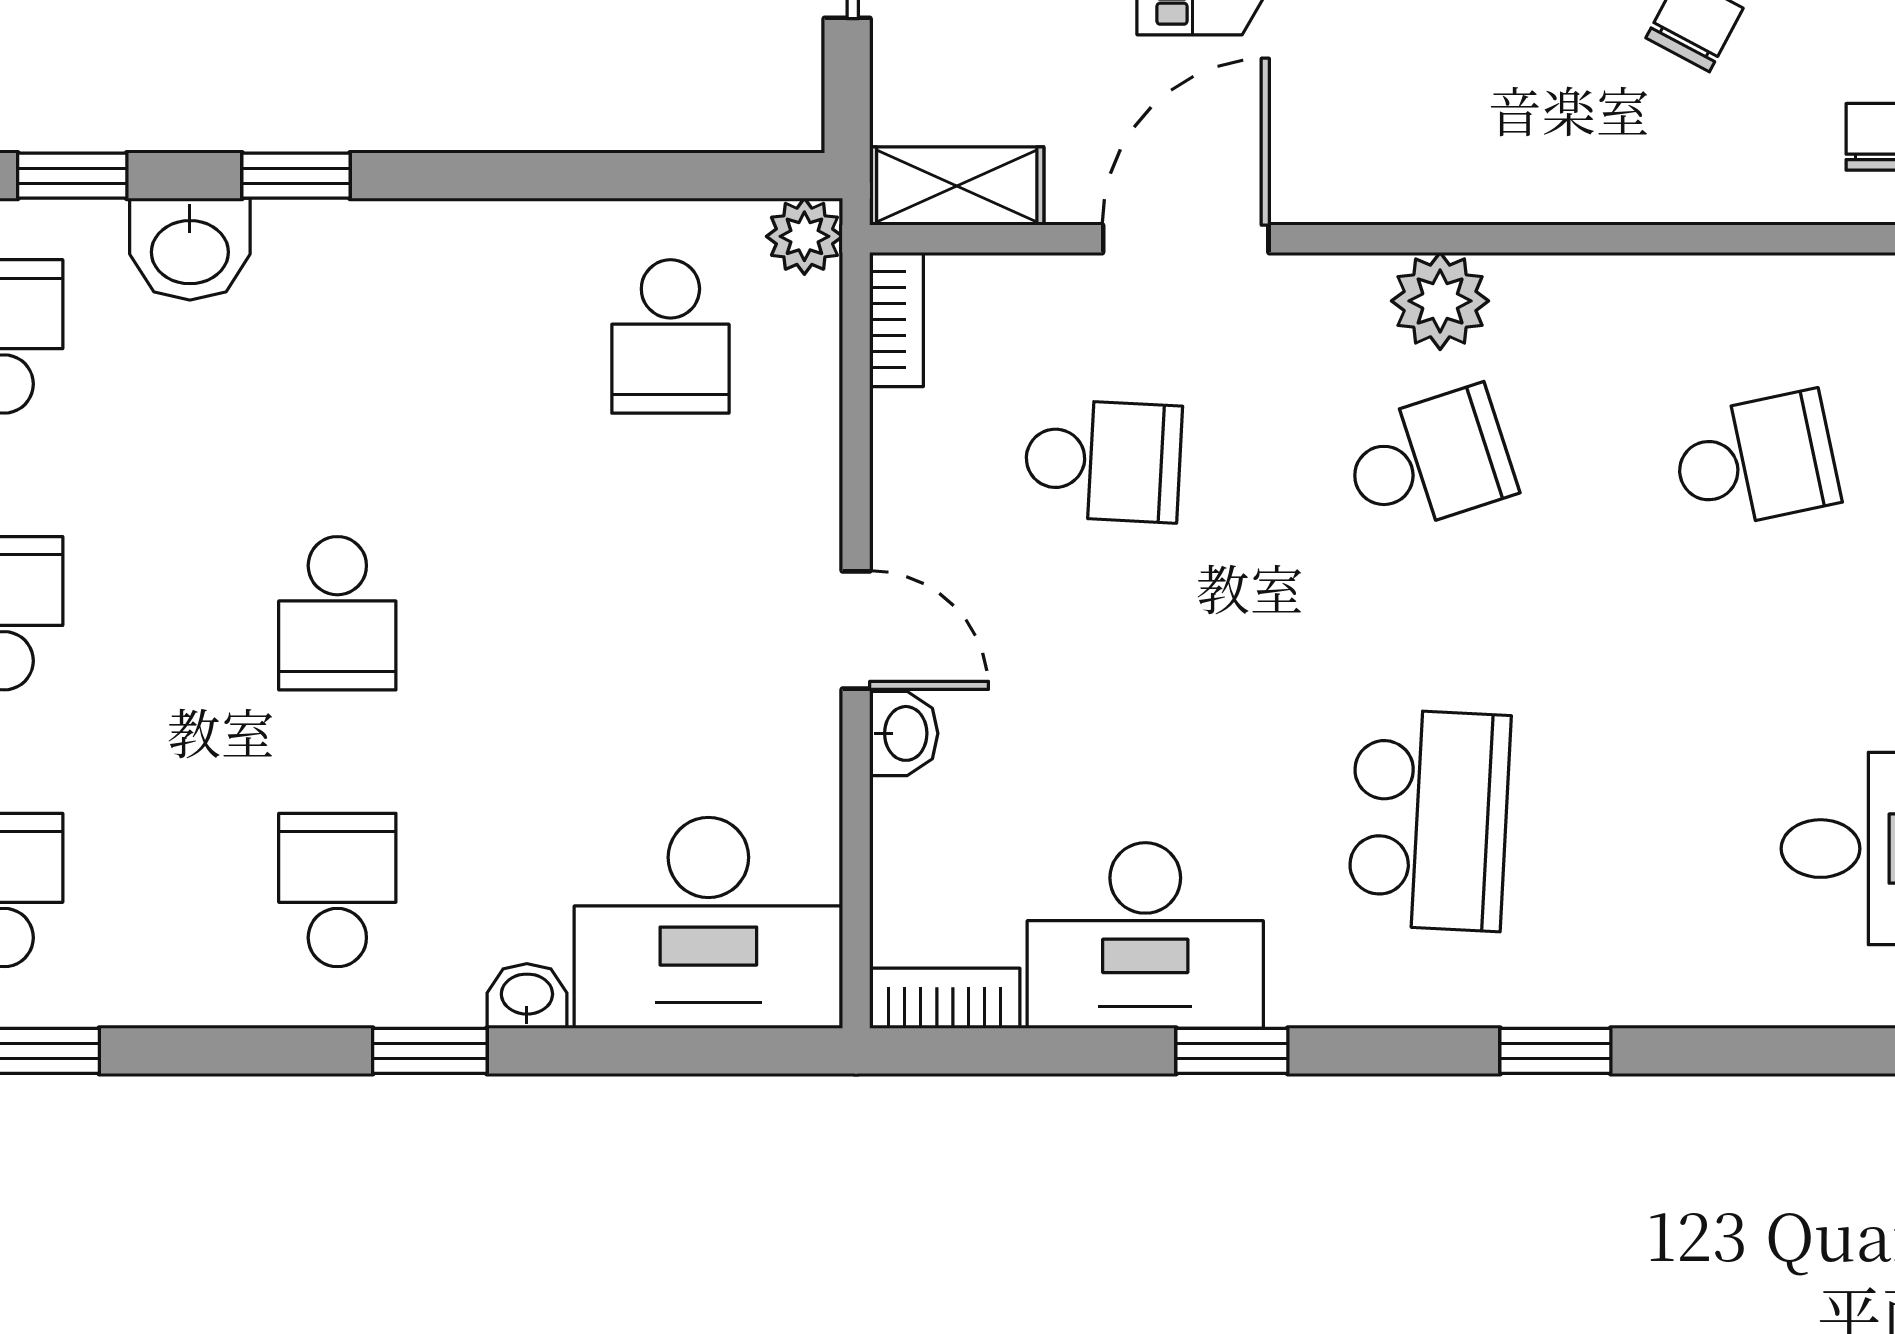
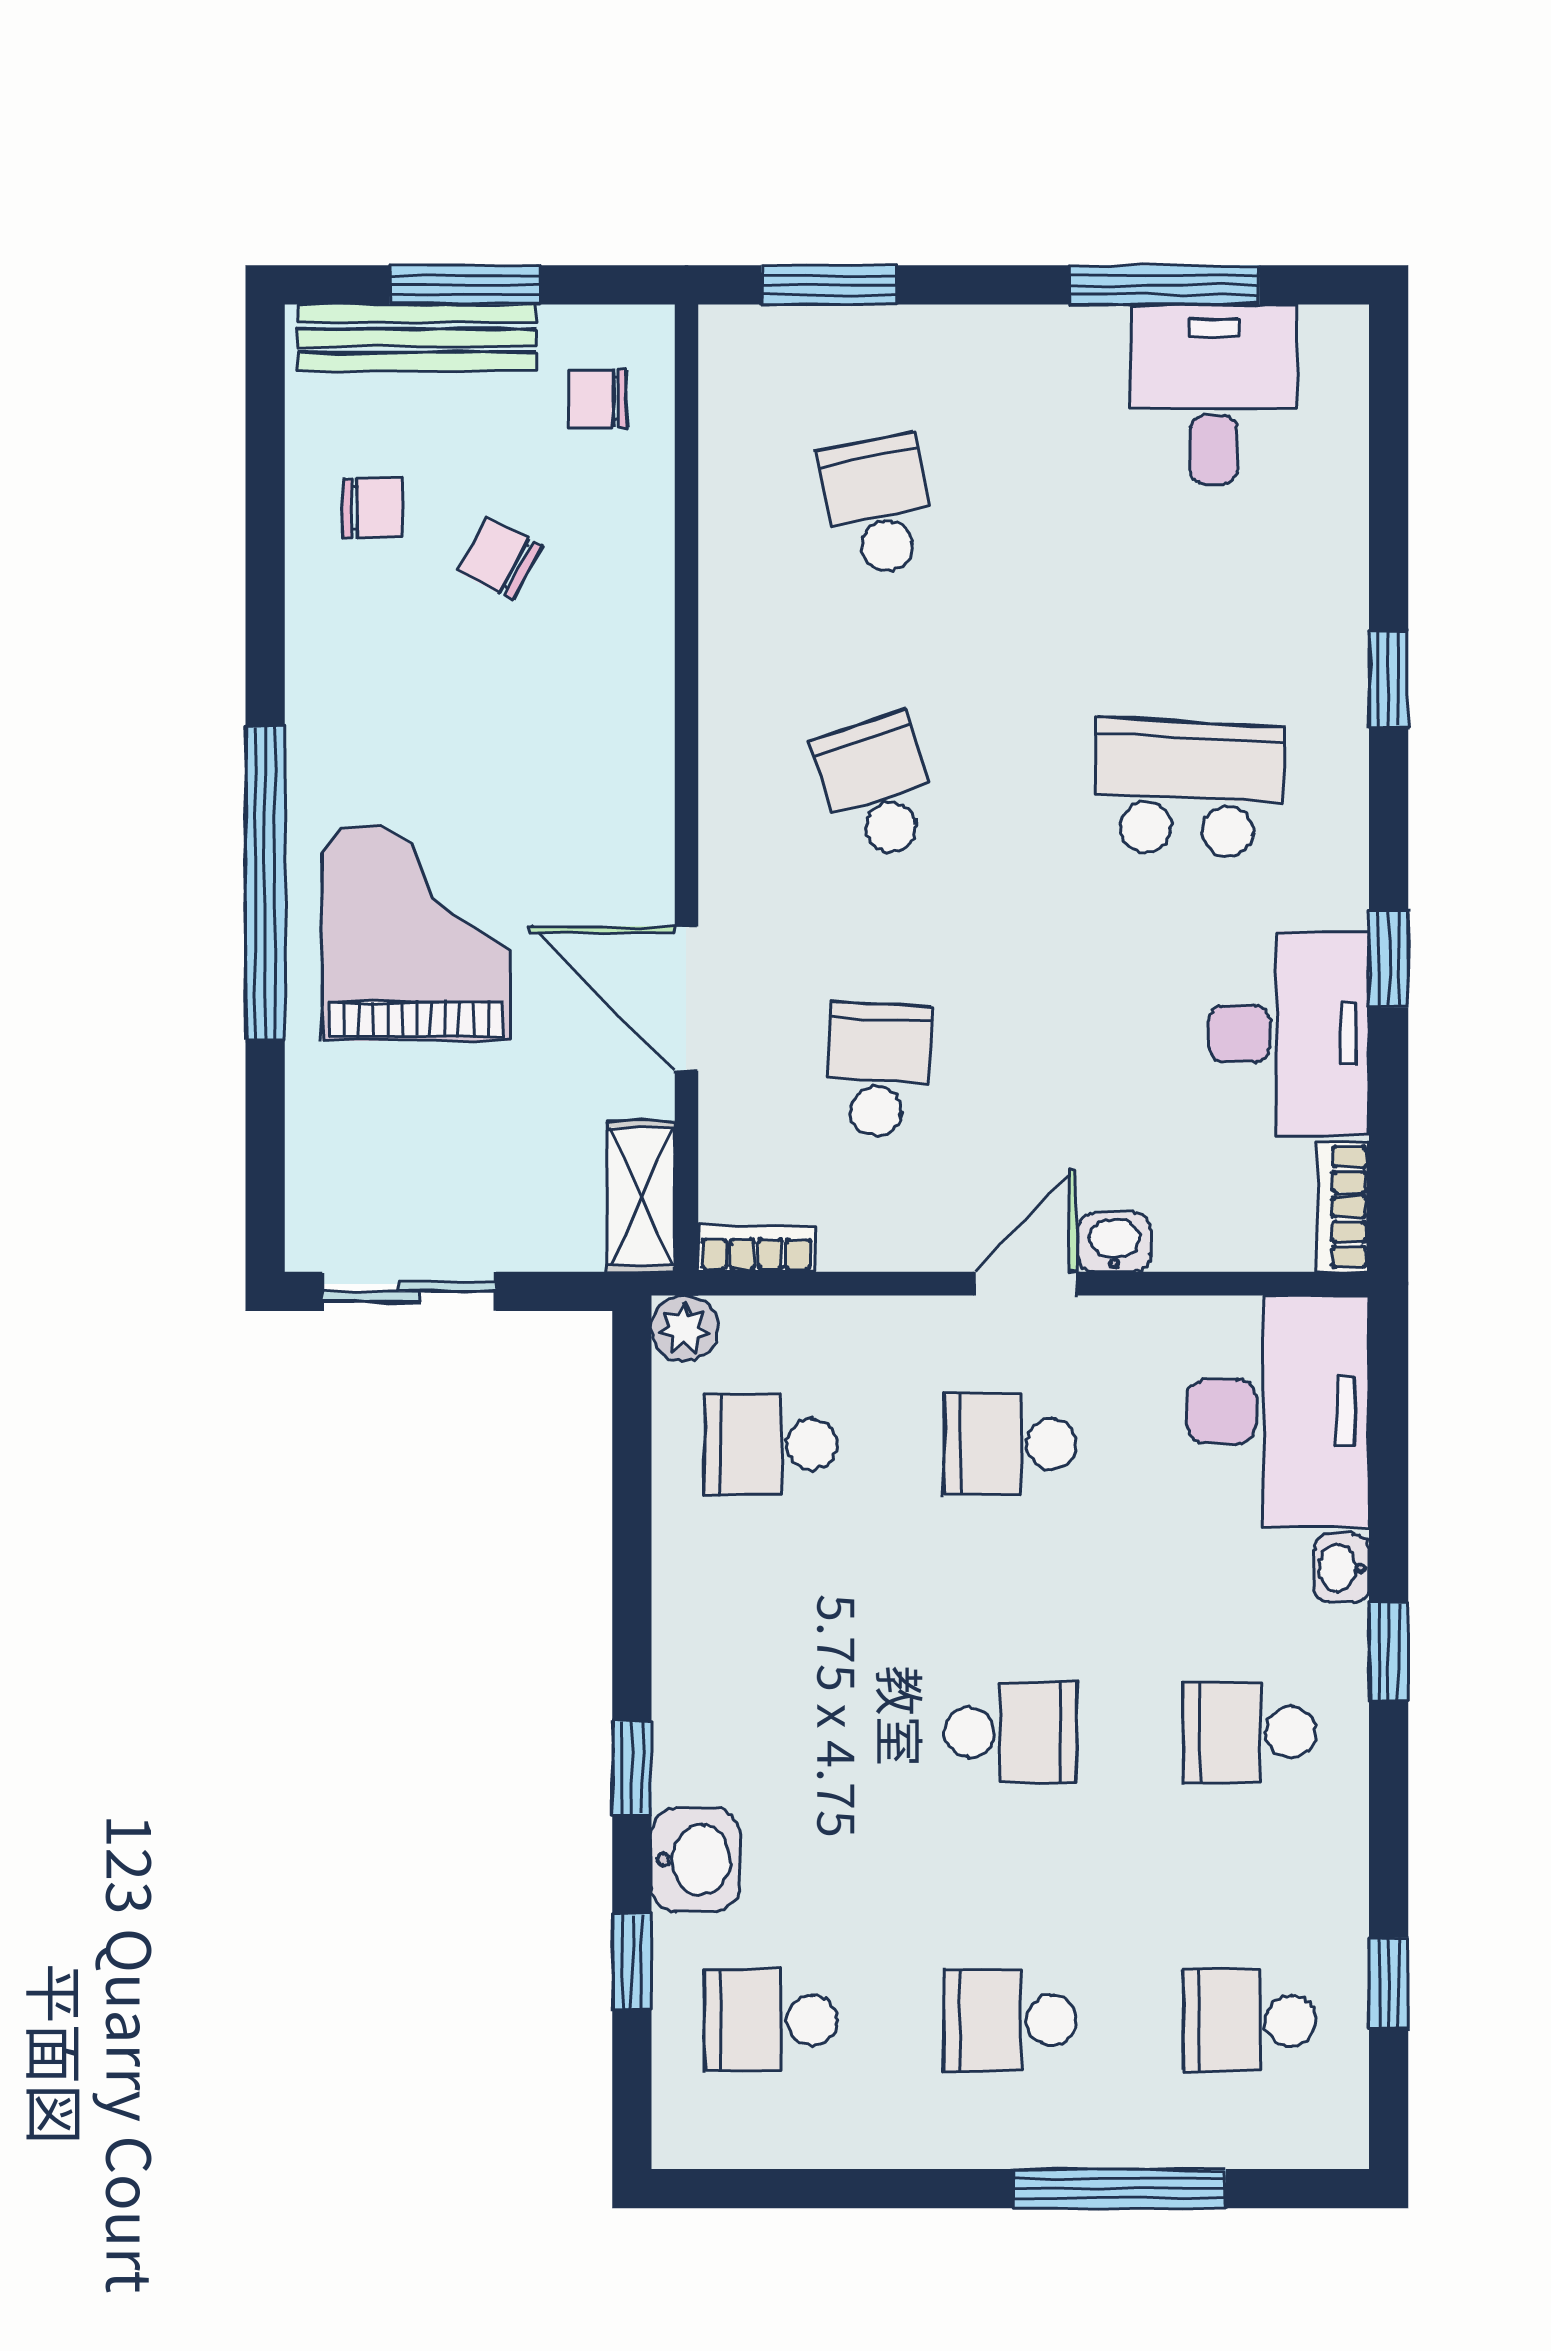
plant: (1440, 301) -> (740, 779), removed
school desk: (670, 336) -> (771, 1444), turned 180
school desk: (670, 613) -> (1010, 1444), added

